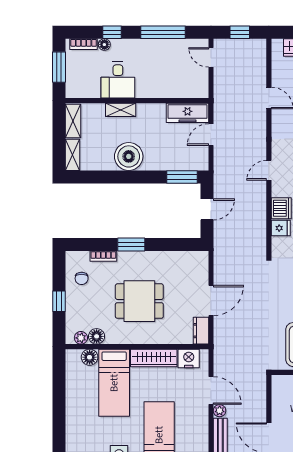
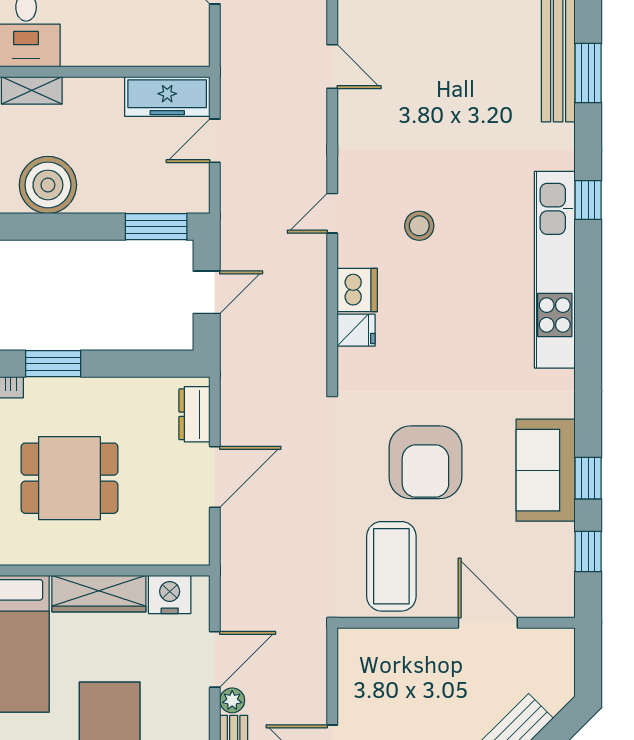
dresser: (201, 331) -> (194, 414), moved
door: (211, 390) -> (215, 659), hinge flipped

